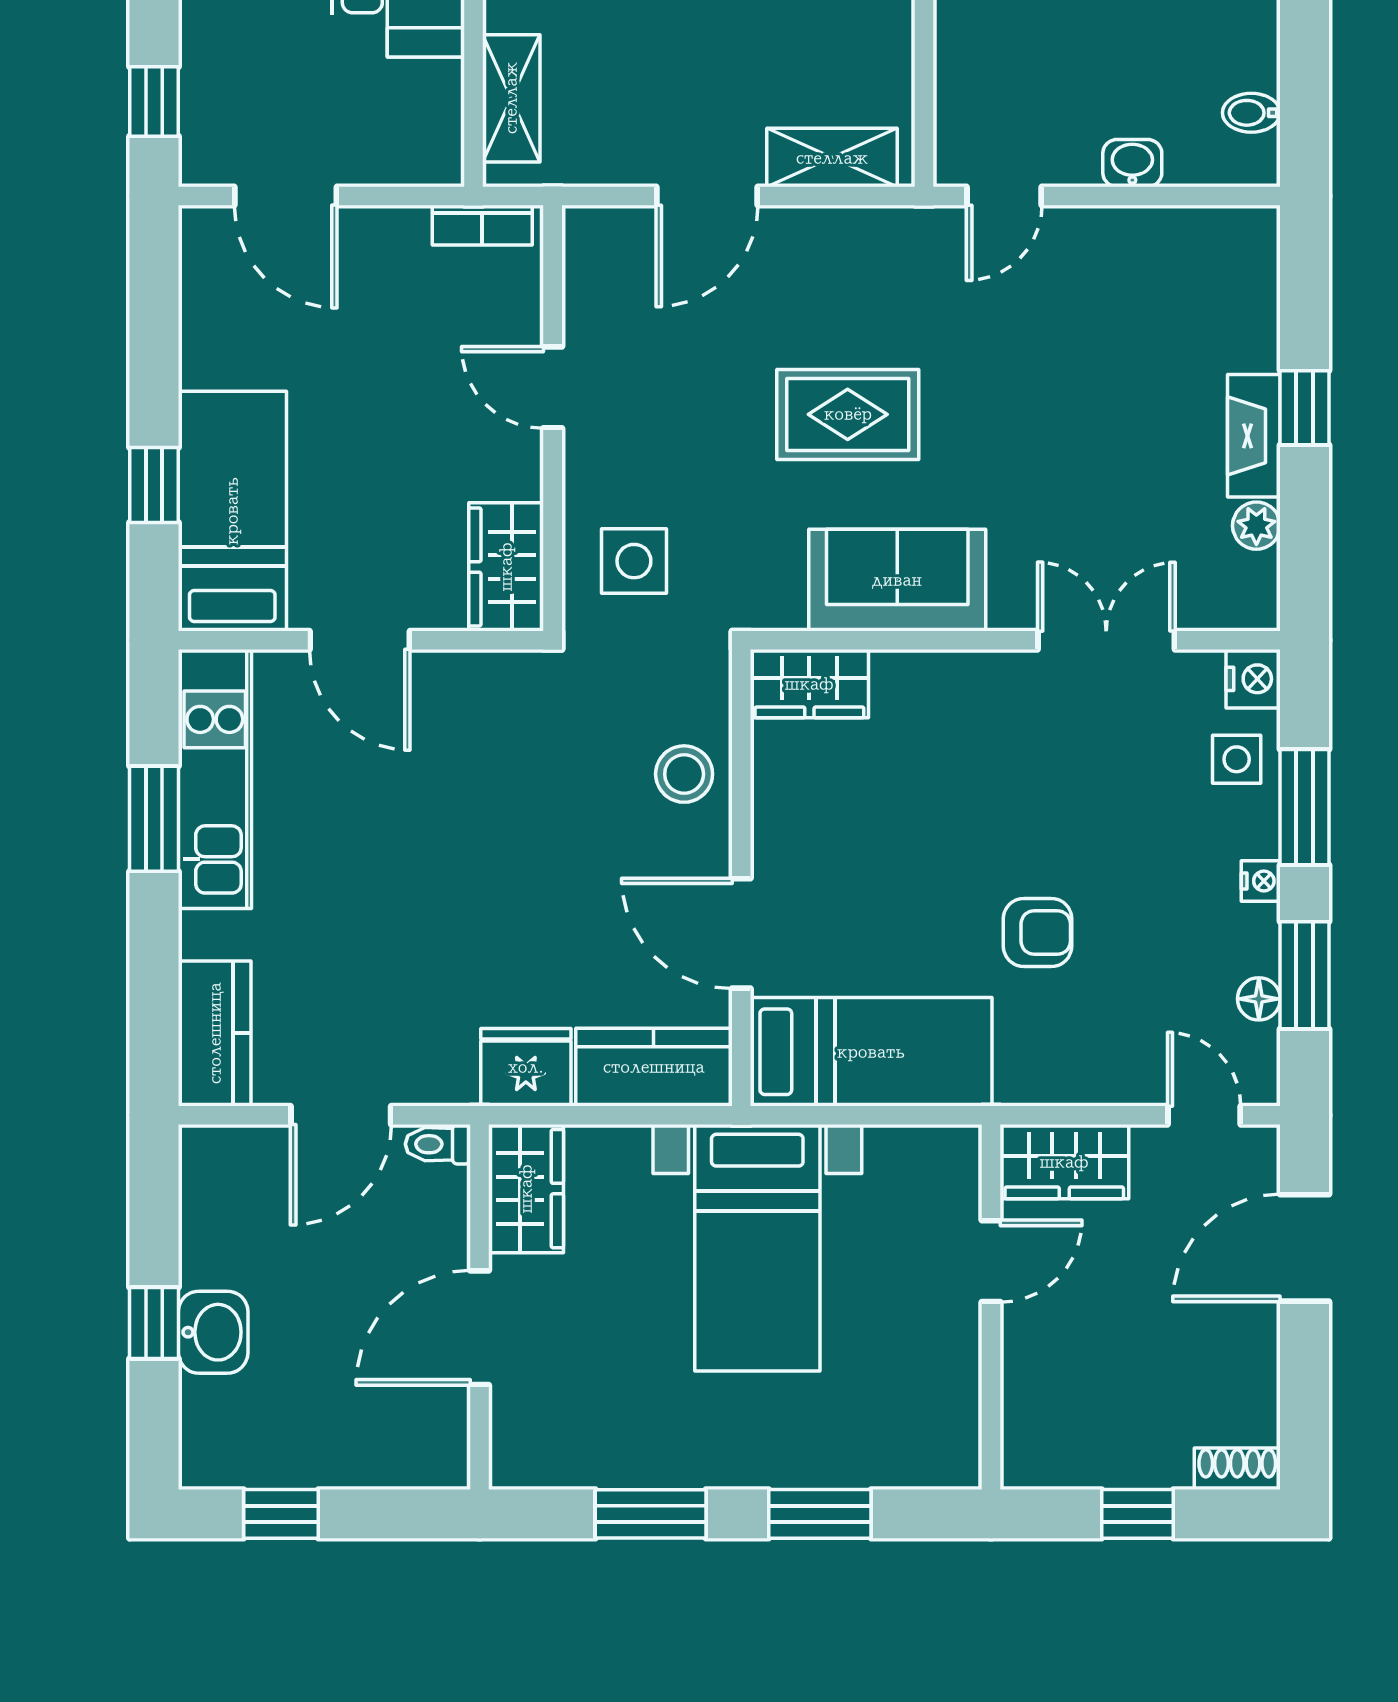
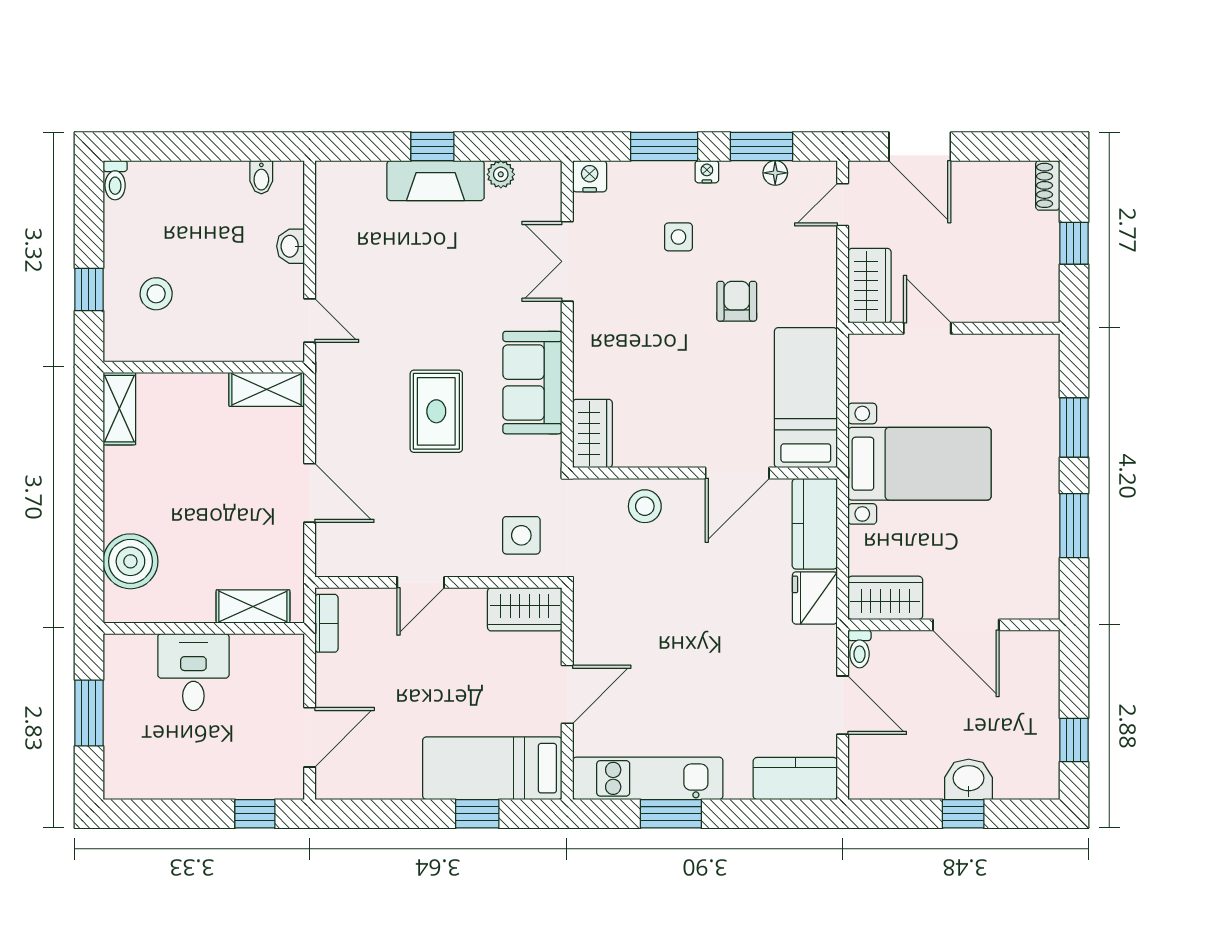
shelving: (832, 158) -> (267, 389), moved, turned 90
fireplace: (1254, 436) -> (436, 181), width x1.37, depth x1.32
side table: (1237, 759) -> (678, 237), moved

